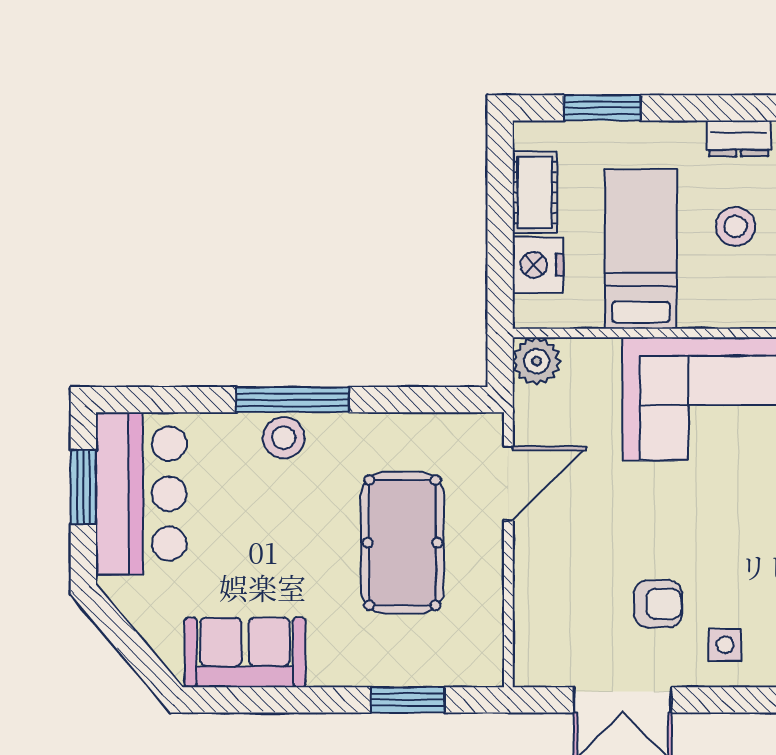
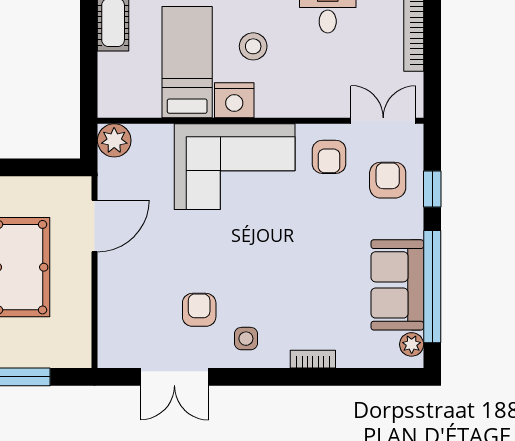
nightstand: (538, 265) -> (234, 100), moved, turned -90
armchair: (658, 604) -> (199, 310), turned -90

